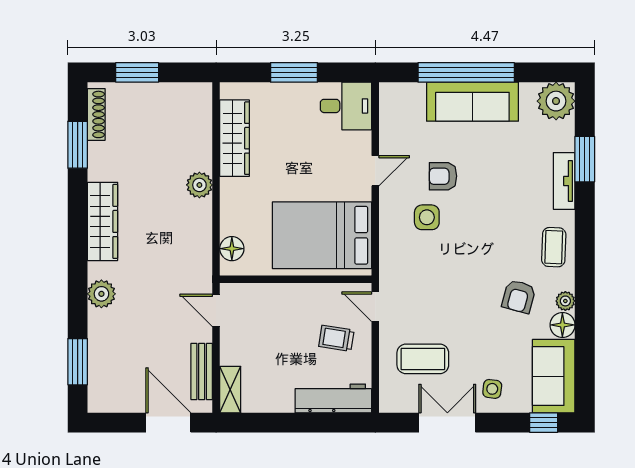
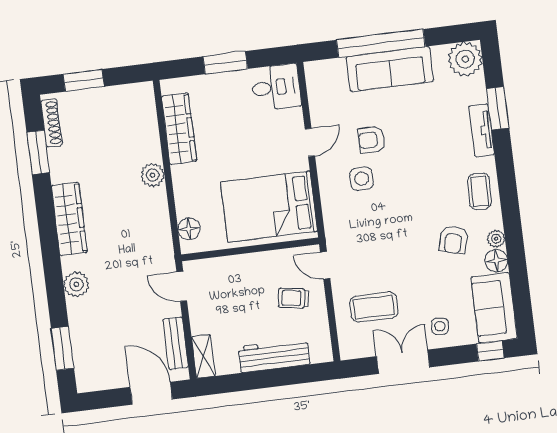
workbench: (333, 398) -> (274, 356), moved

